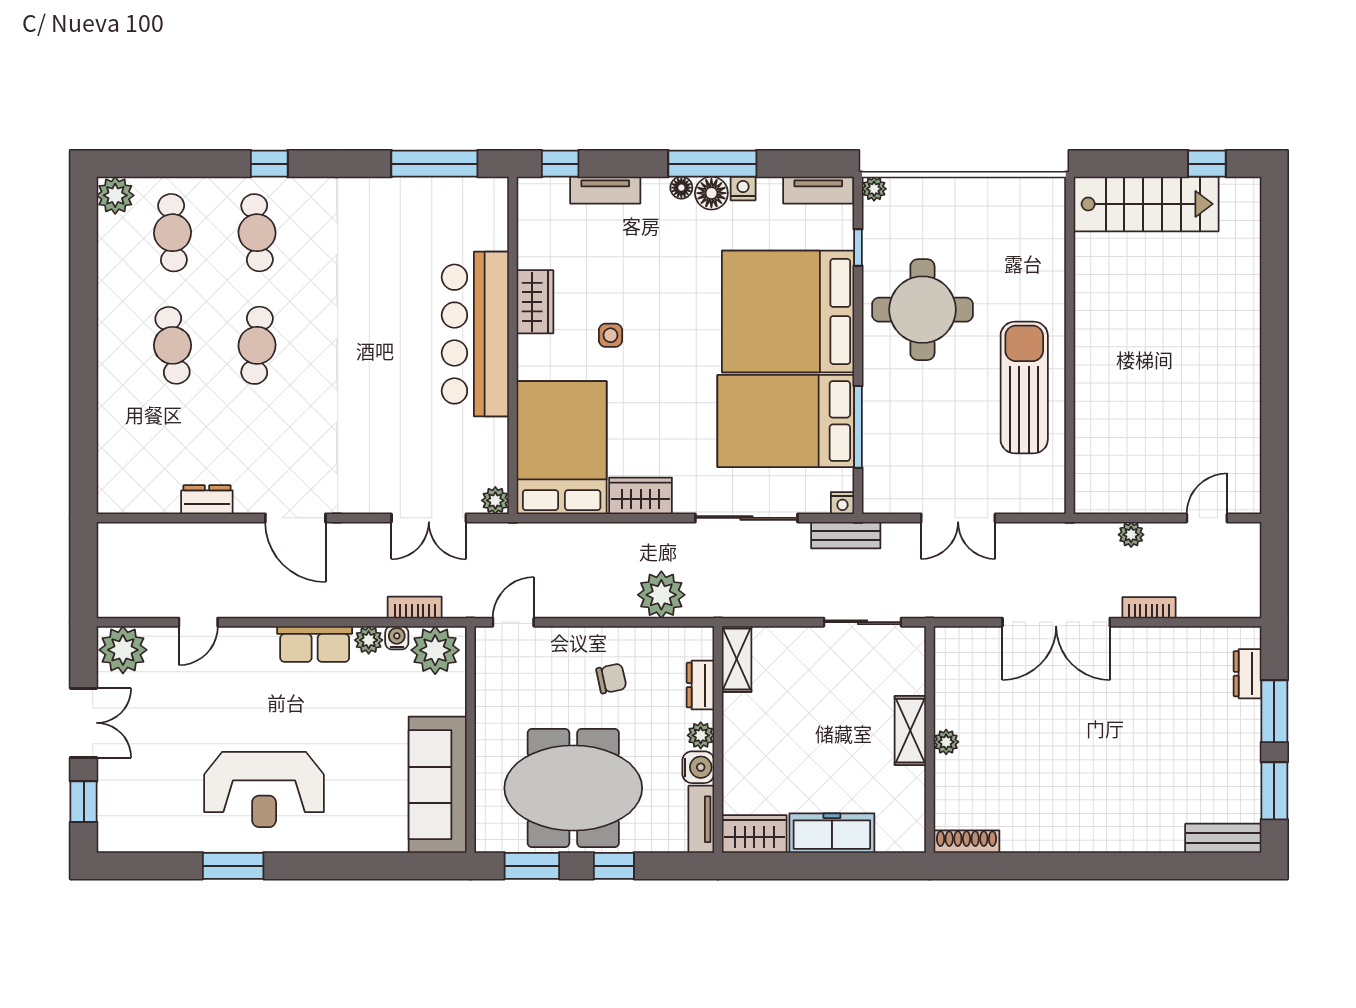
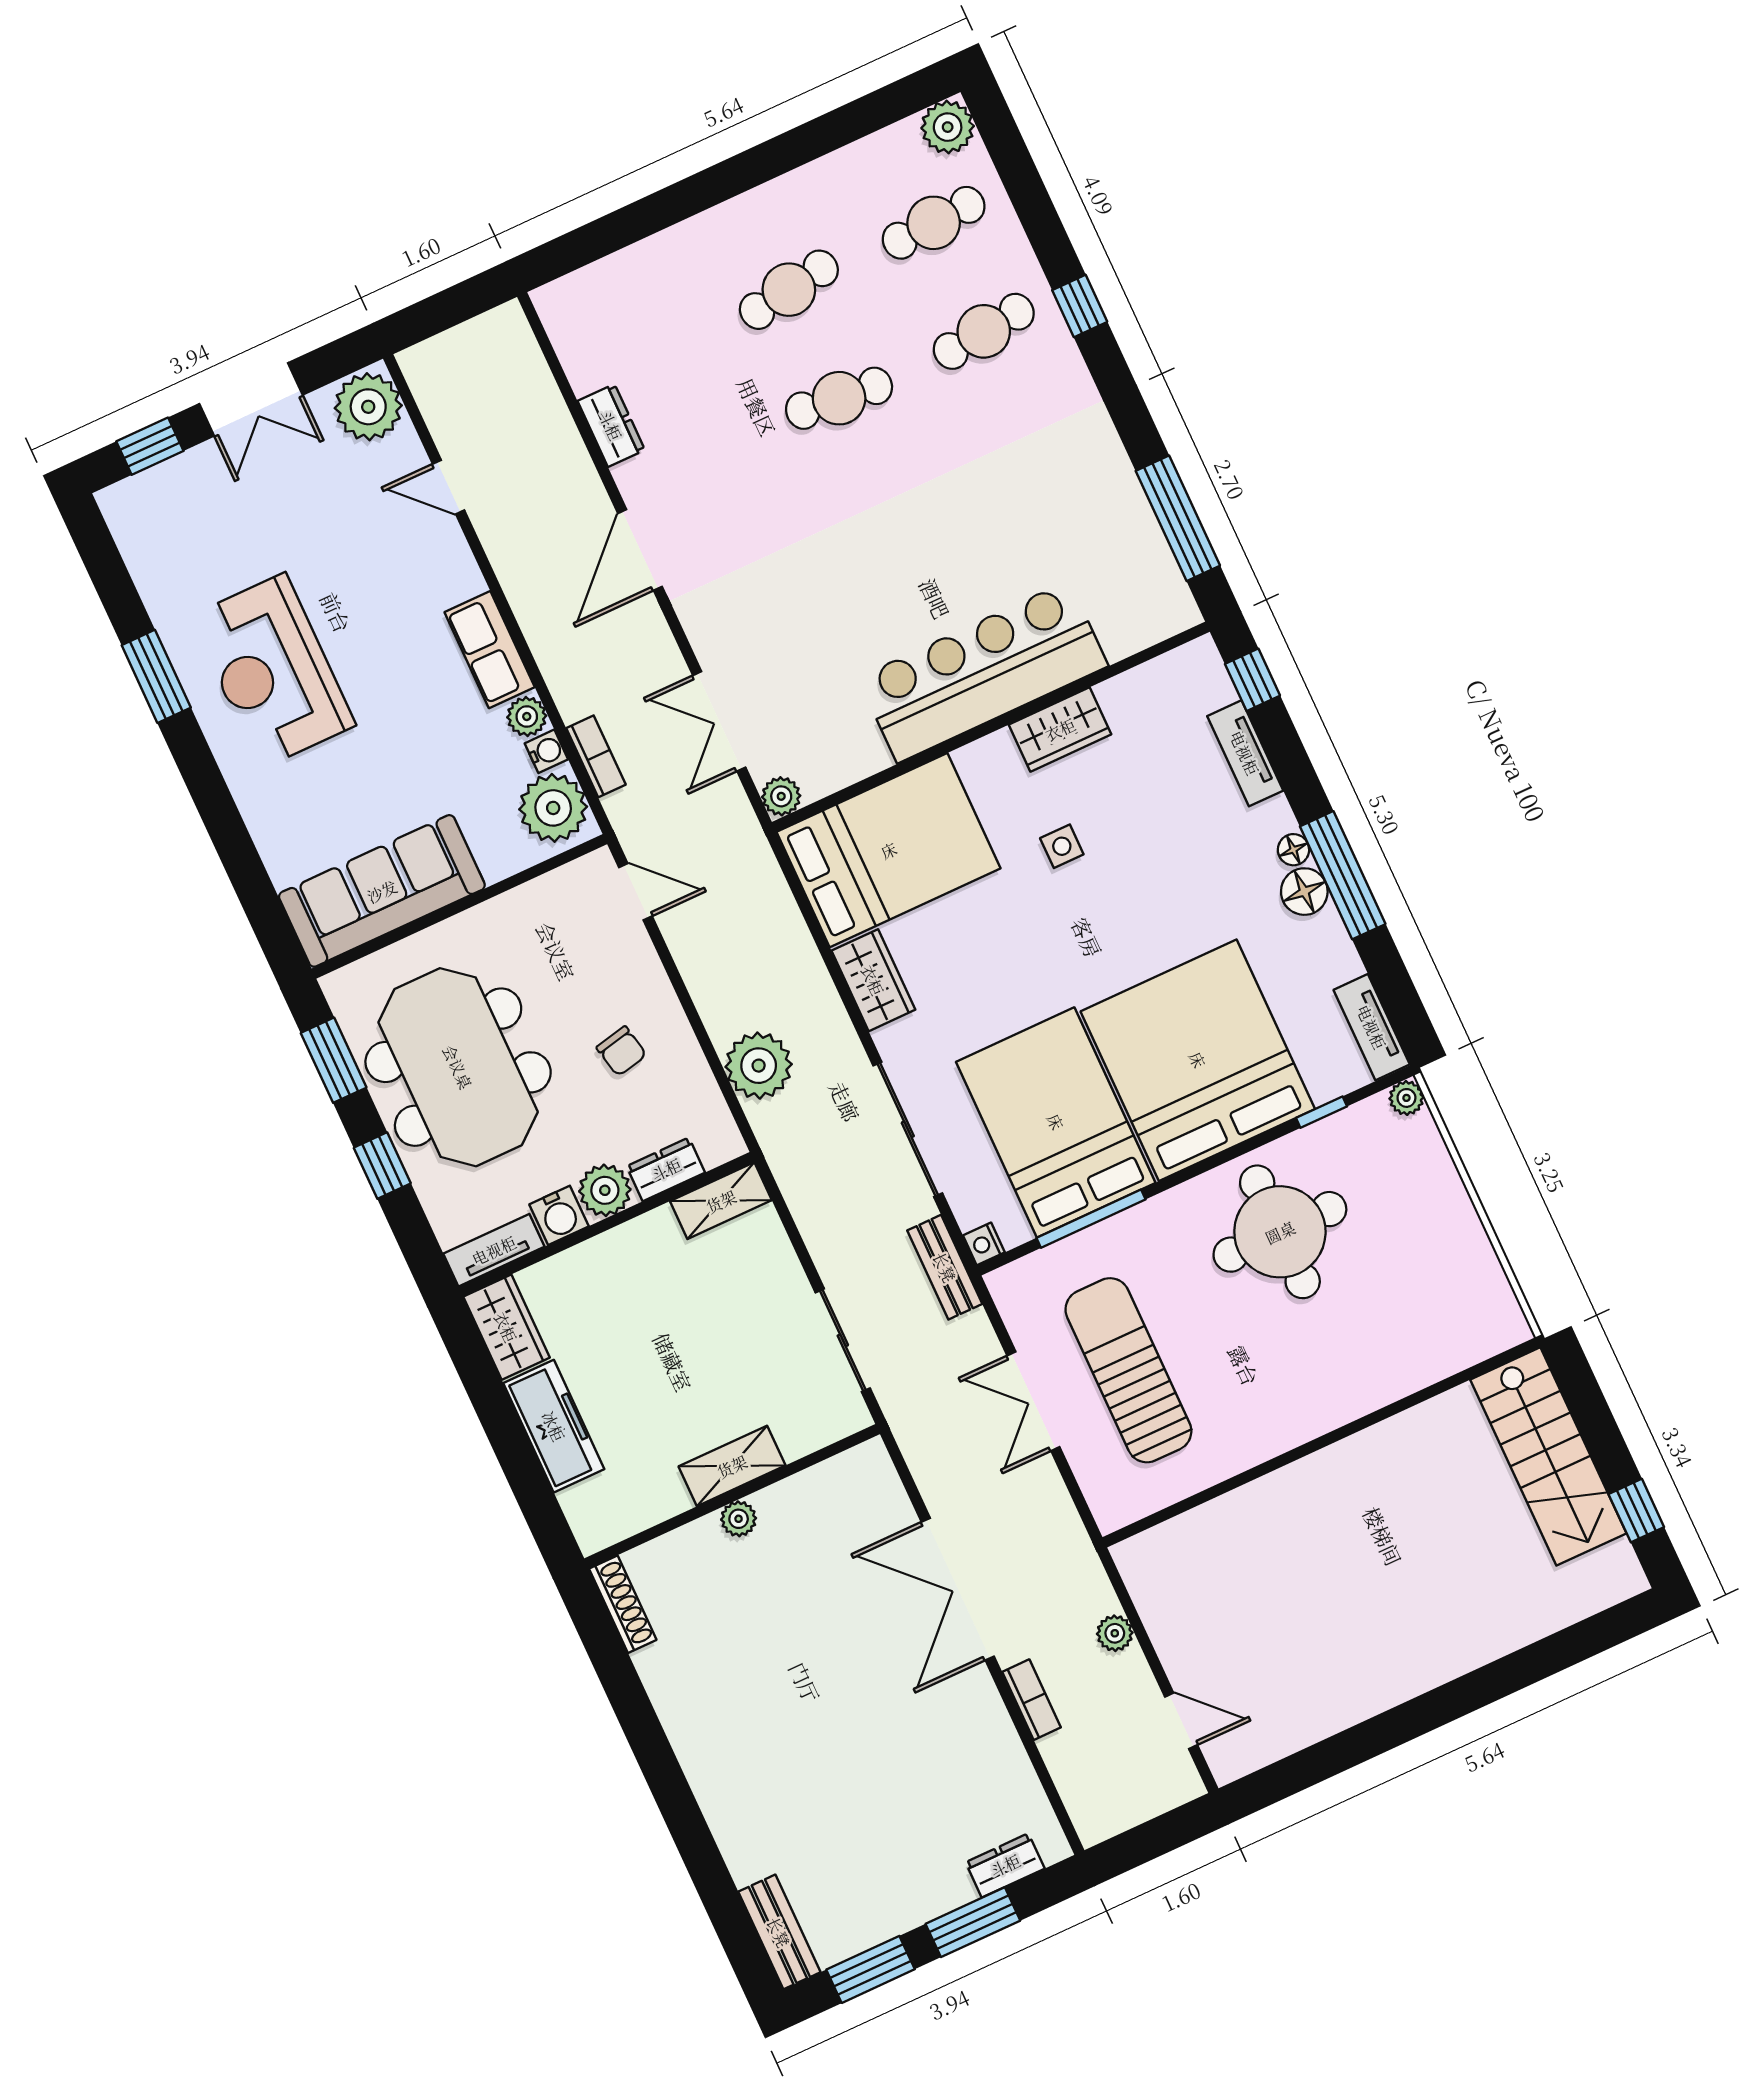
nightstand: (743, 188) -> (1329, 929), removed
sun lounger: (1024, 387) -> (1128, 1370), moved, turned -90
plant: (701, 735) -> (605, 1190), width x1.38, depth x1.38

